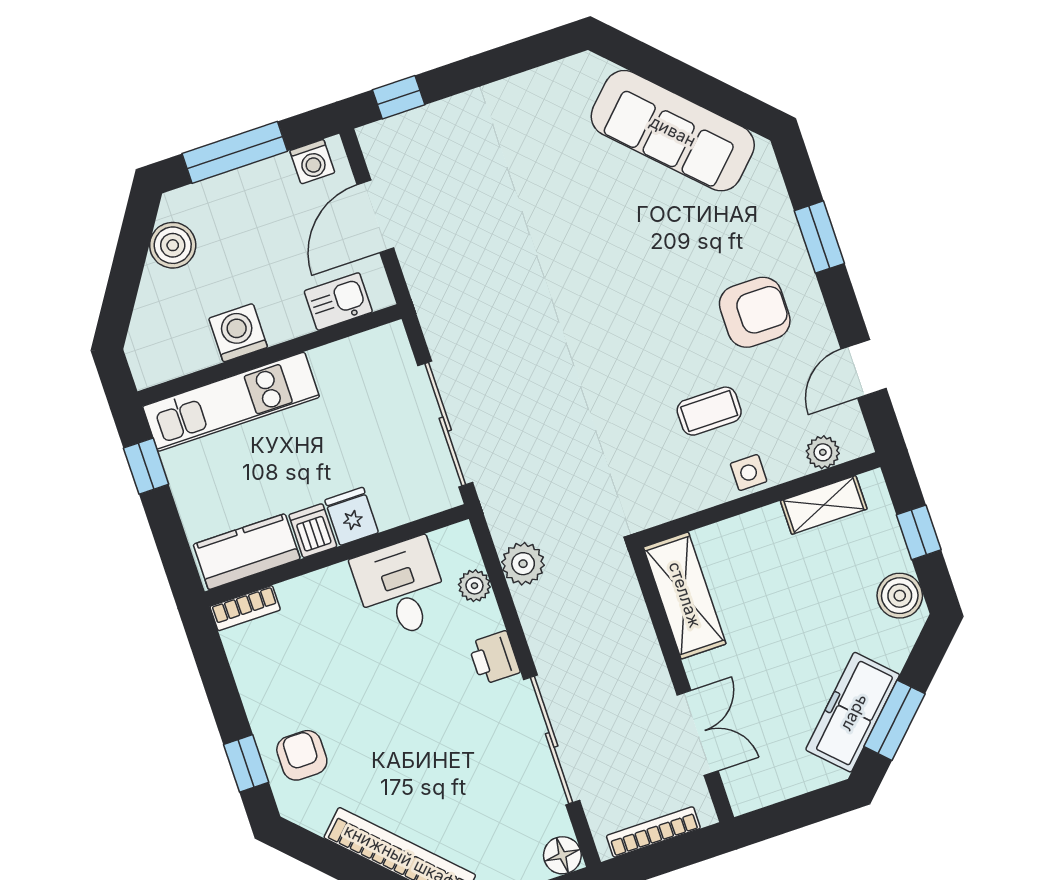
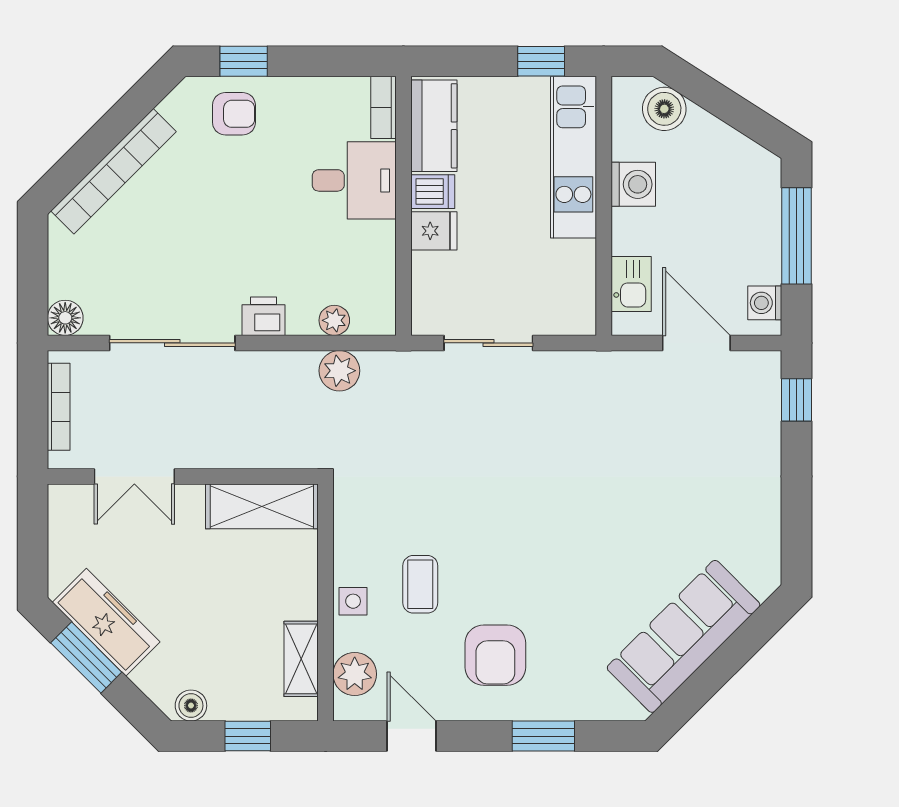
boiler: (173, 245) -> (664, 109), moved
sliding door: (445, 424) -> (488, 343), width x0.73
plant: (823, 452) -> (355, 674), width x1.38, depth x1.38
desk: (401, 588) -> (354, 180), moved
boiler: (900, 596) -> (191, 706), width x0.73, depth x0.73

